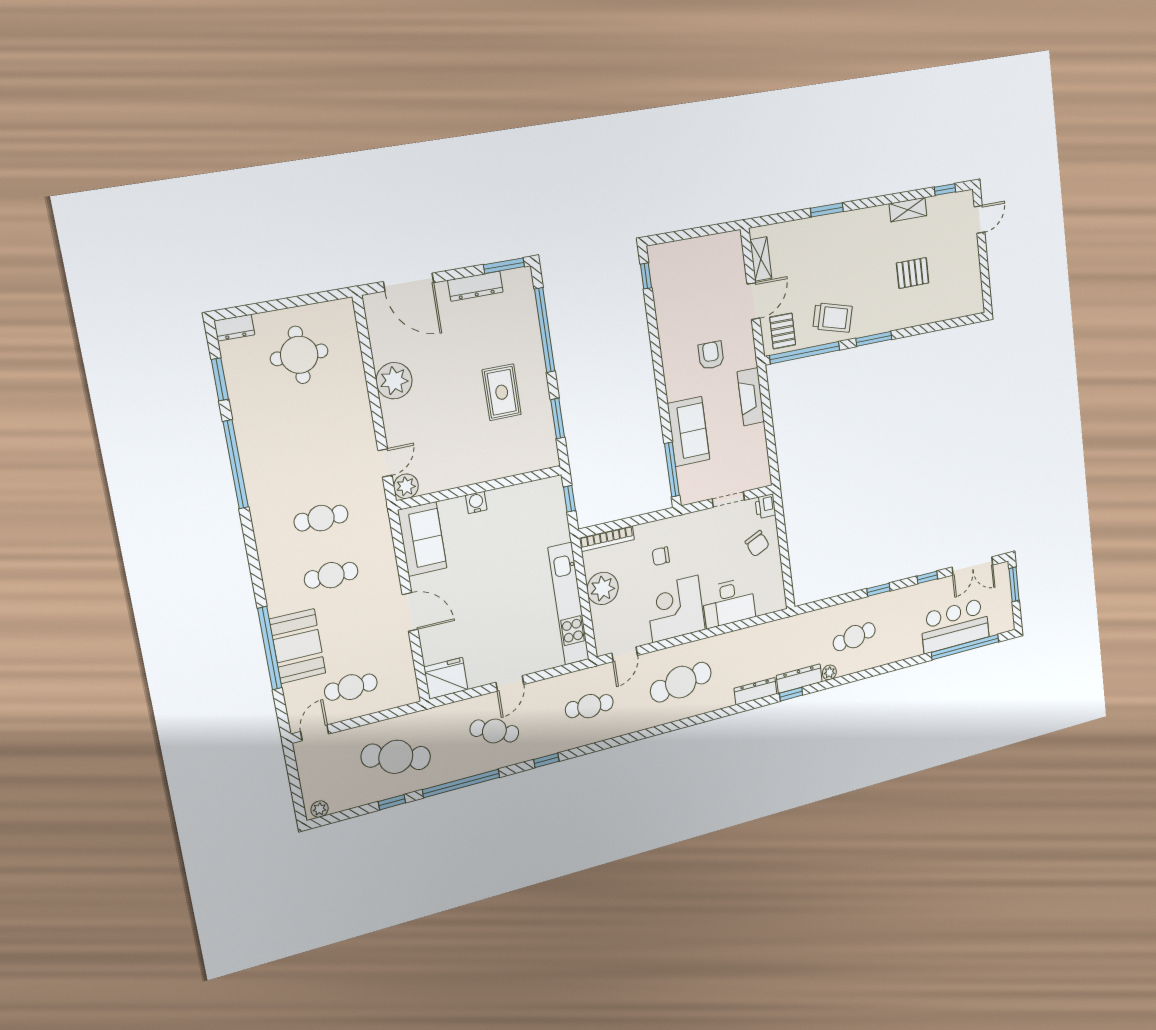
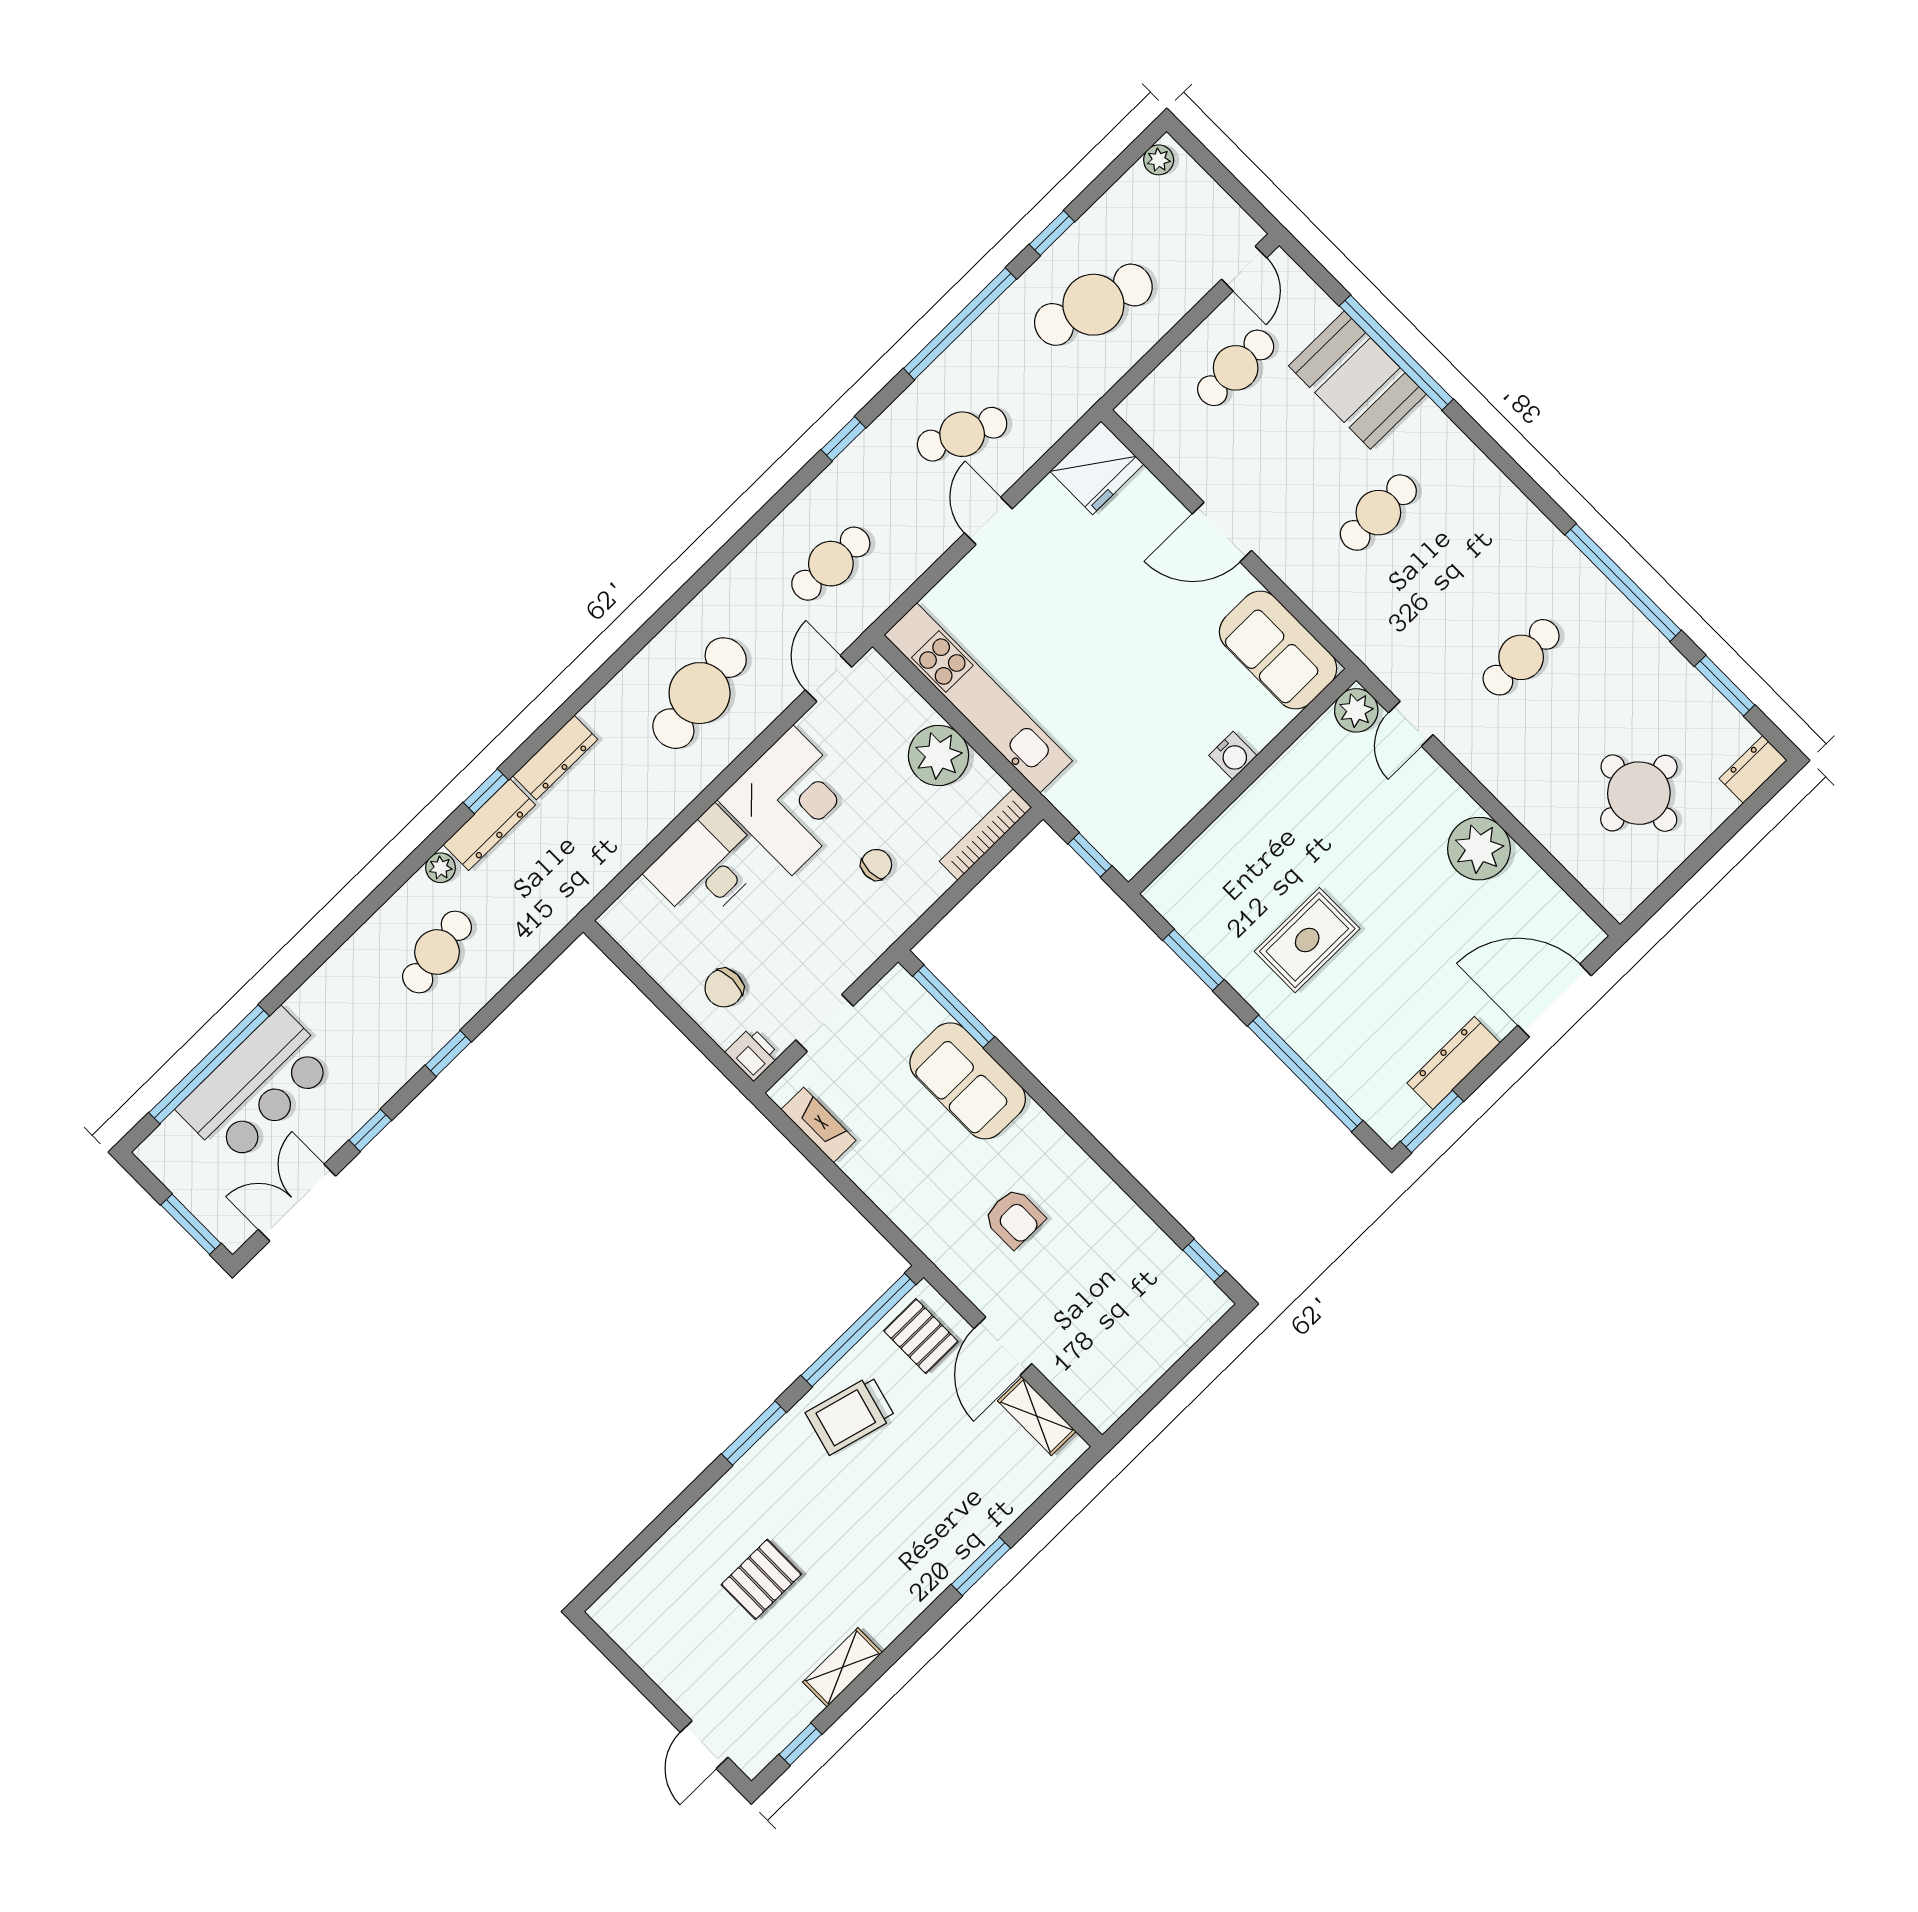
rug: (502, 392) -> (1307, 940), turned 90
fireplace: (751, 397) -> (818, 1125), moved, width x0.73, depth x0.76
cafe table: (321, 518) -> (1521, 657), moved
chair: (757, 544) -> (724, 988), turned -66

